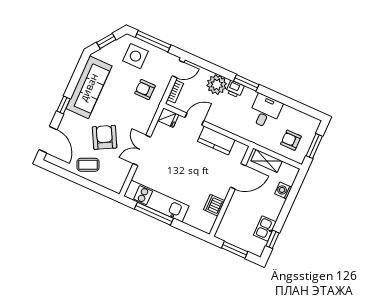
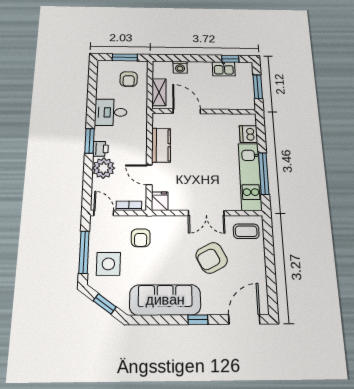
coffee table: (88, 165) -> (246, 231), moved, turned -66
dishwasher: (214, 205) -> (249, 134), moved, turned 90

